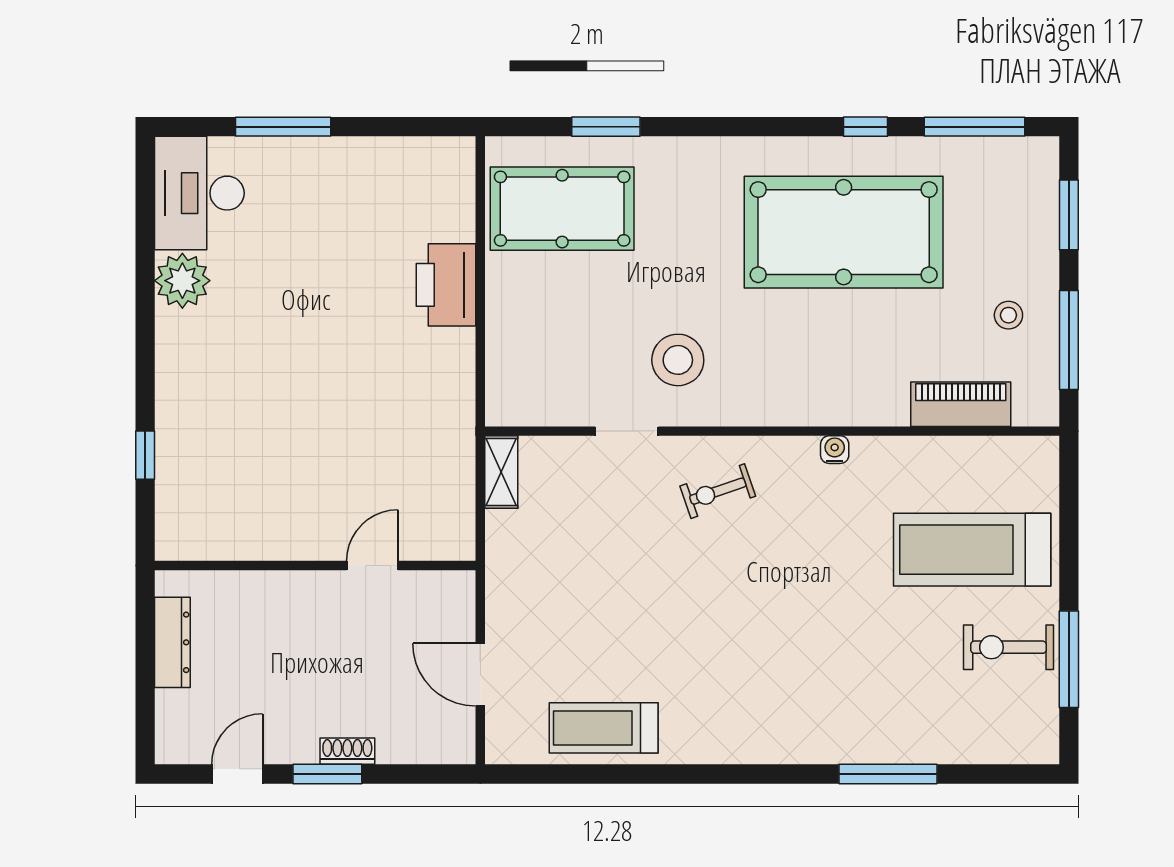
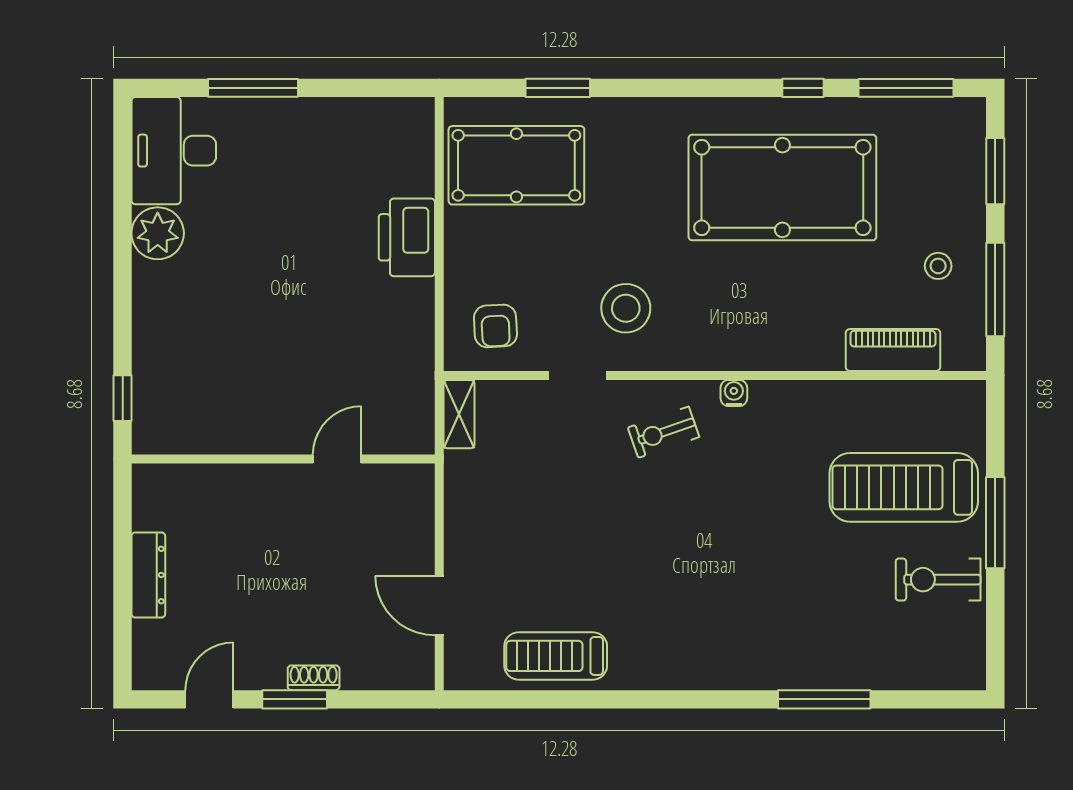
armchair: (540, 379) -> (495, 326), added
water cooler: (835, 450) -> (734, 393), moved
wall: (315, 566) -> (283, 459), moved
door: (372, 566) -> (337, 459), moved
window: (1069, 659) -> (995, 523), moved

